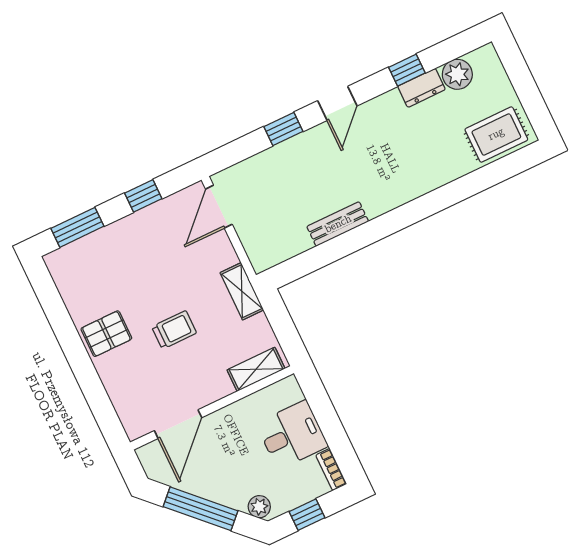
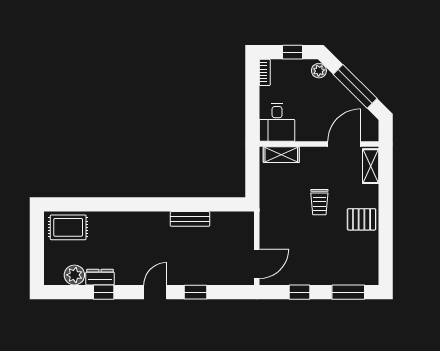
shelving: (242, 291) -> (371, 166), moved
trolley: (174, 330) -> (319, 202), turned -90
desk: (292, 435) -> (277, 122), moved, turned -90

